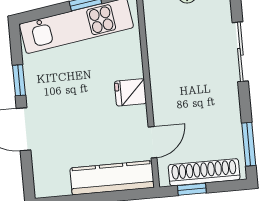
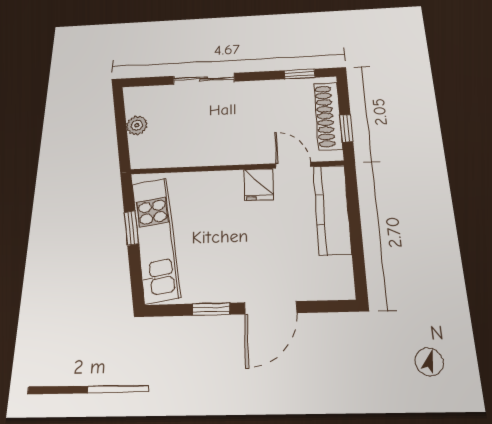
fridge: (130, 92) -> (259, 184), moved
window: (249, 144) -> (300, 74), width x0.67

